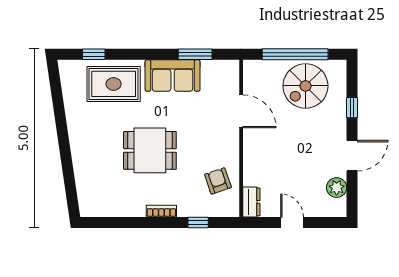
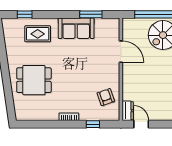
rug: (114, 84) -> (38, 34), width x0.73, depth x0.70
dining table: (150, 150) -> (34, 80), moved
door: (292, 222) -> (141, 124), moved

